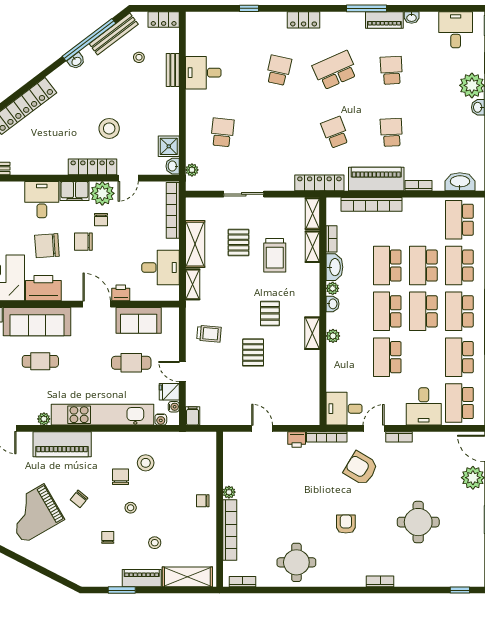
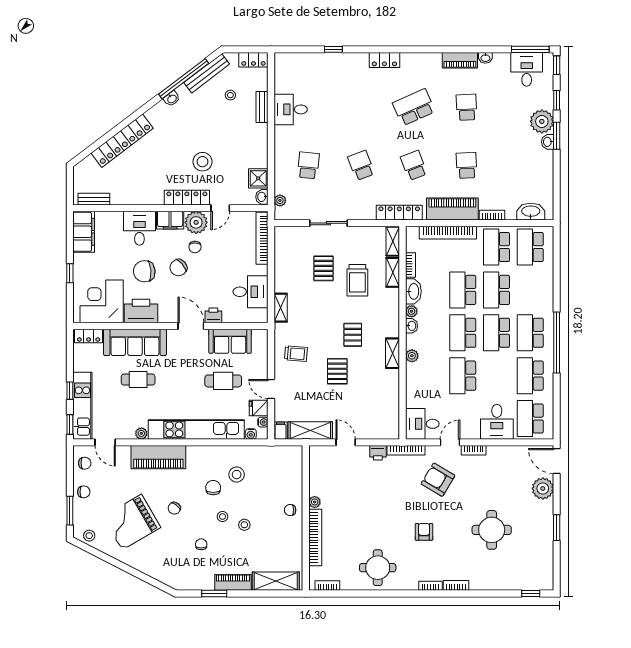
window: (366, 8) -> (530, 49), moved
school desk: (279, 70) -> (361, 165), moved, turned -33
chair: (83, 242) -> (178, 268), turned -41
shelving: (195, 244) -> (310, 431), moved, turned 90
school desk: (459, 266) -> (496, 247), moved
stool: (155, 543) -> (244, 525), moved
bookcase: (353, 582) -> (430, 586), added

